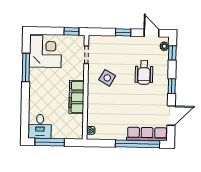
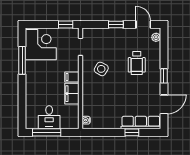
window: (172, 53) -> (164, 44), removed
desk: (40, 126) -> (49, 117), moved
window: (137, 144) -> (132, 132), width x0.32

